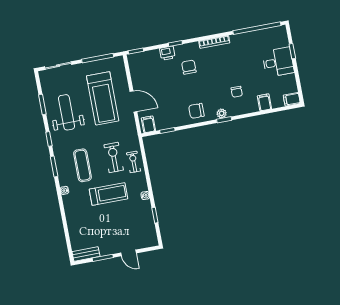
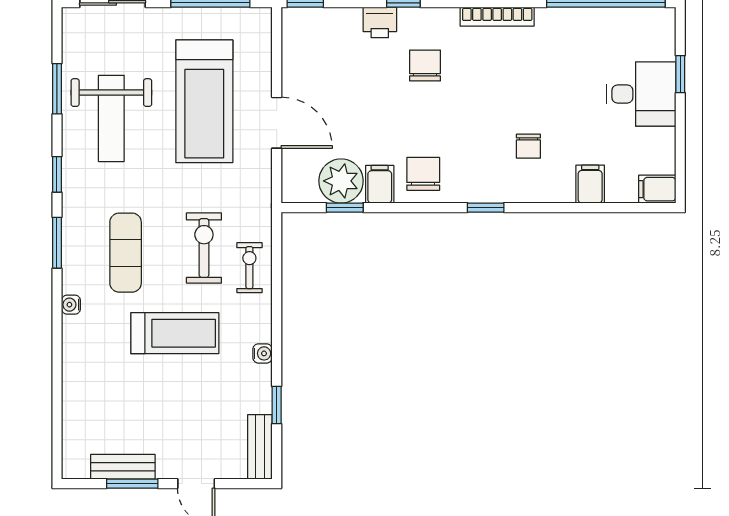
chair: (196, 111) -> (423, 174), turned 90
weight bench: (67, 112) -> (111, 118), turned 180
plant: (222, 113) -> (341, 181), moved, width x1.87, depth x1.87
filing cabinet: (148, 124) -> (380, 184), moved
bench: (151, 233) -> (260, 447), added
bench: (86, 254) -> (123, 467), moved

